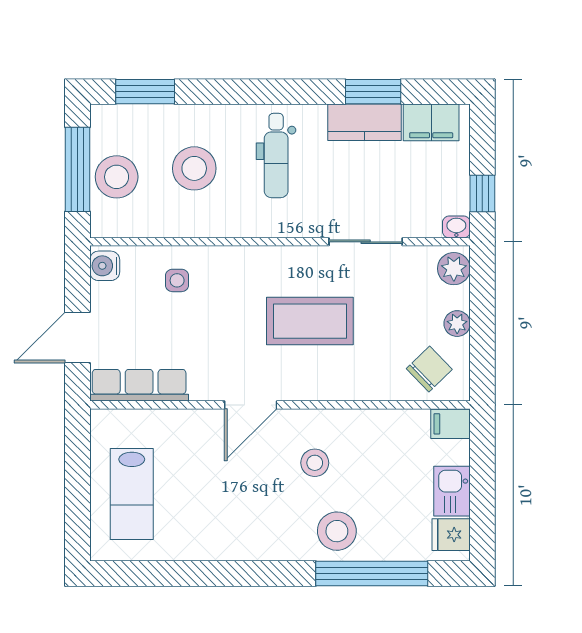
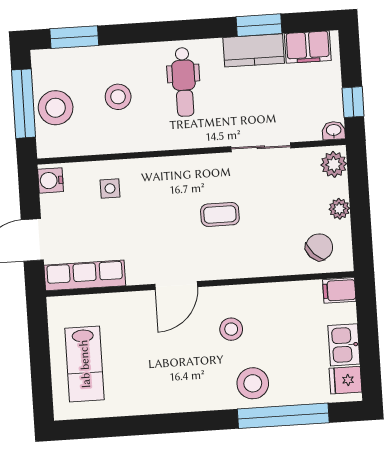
stool: (194, 168) -> (118, 97), width x0.73, depth x0.73
coffee table: (310, 321) -> (220, 214), width x0.54, depth x0.58

